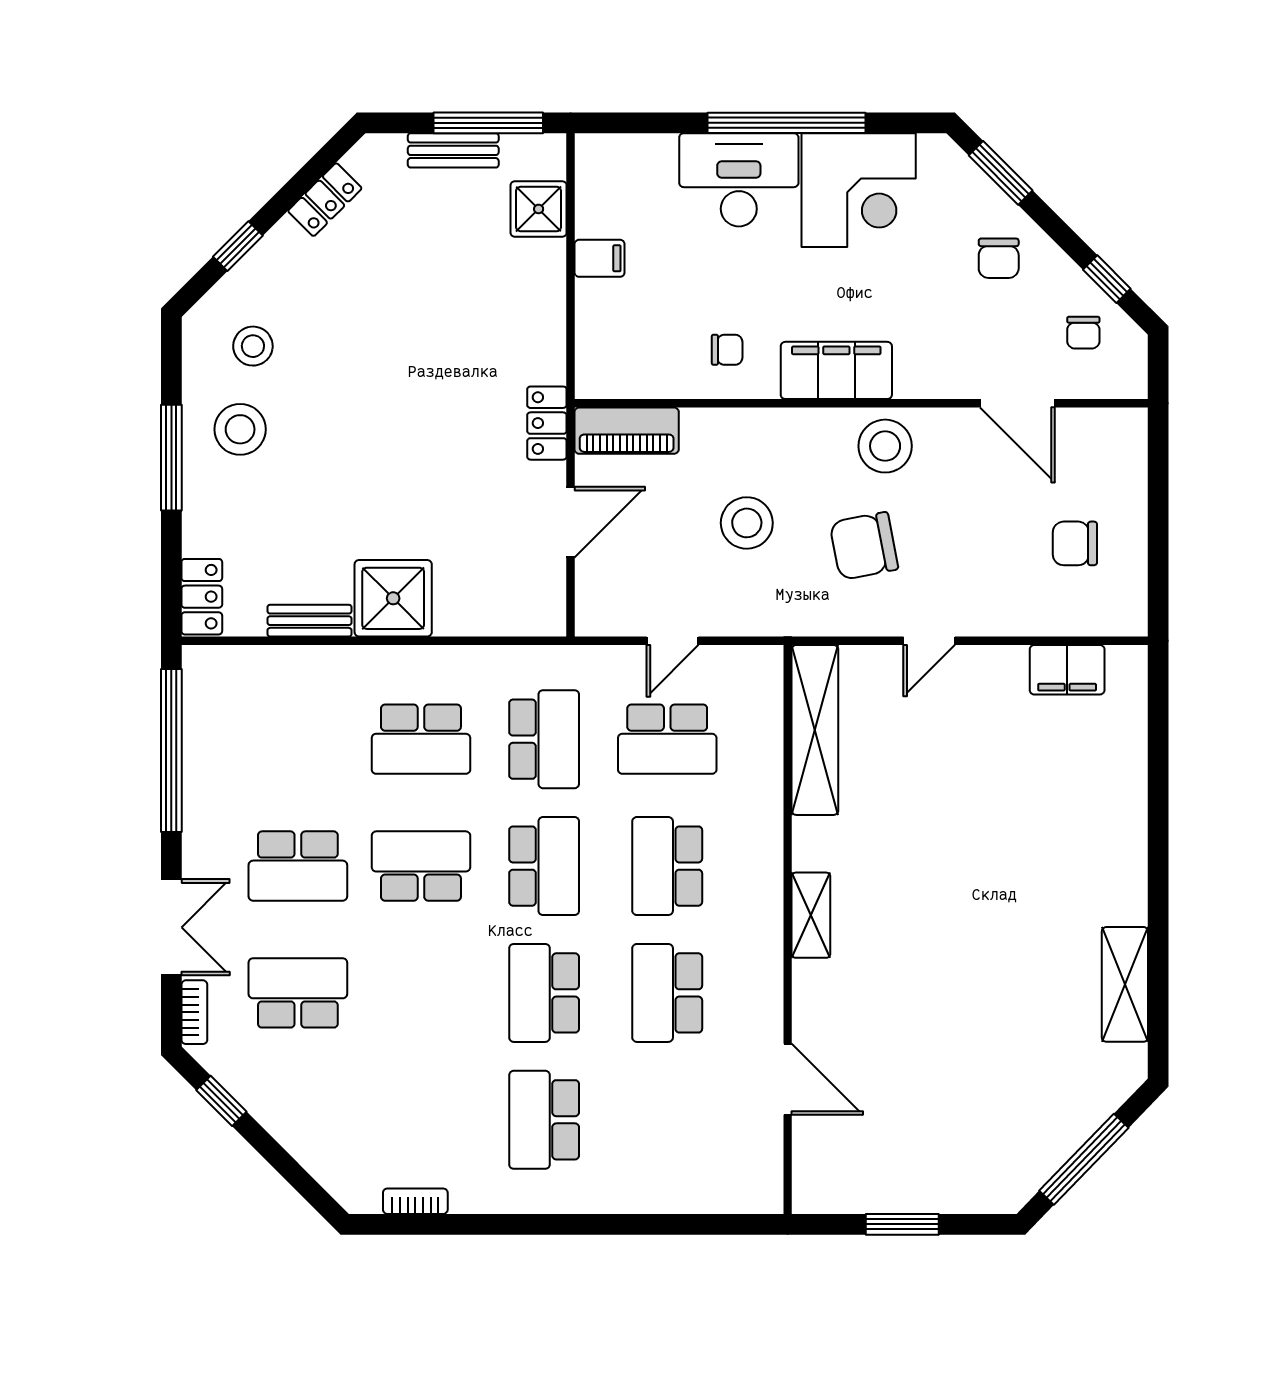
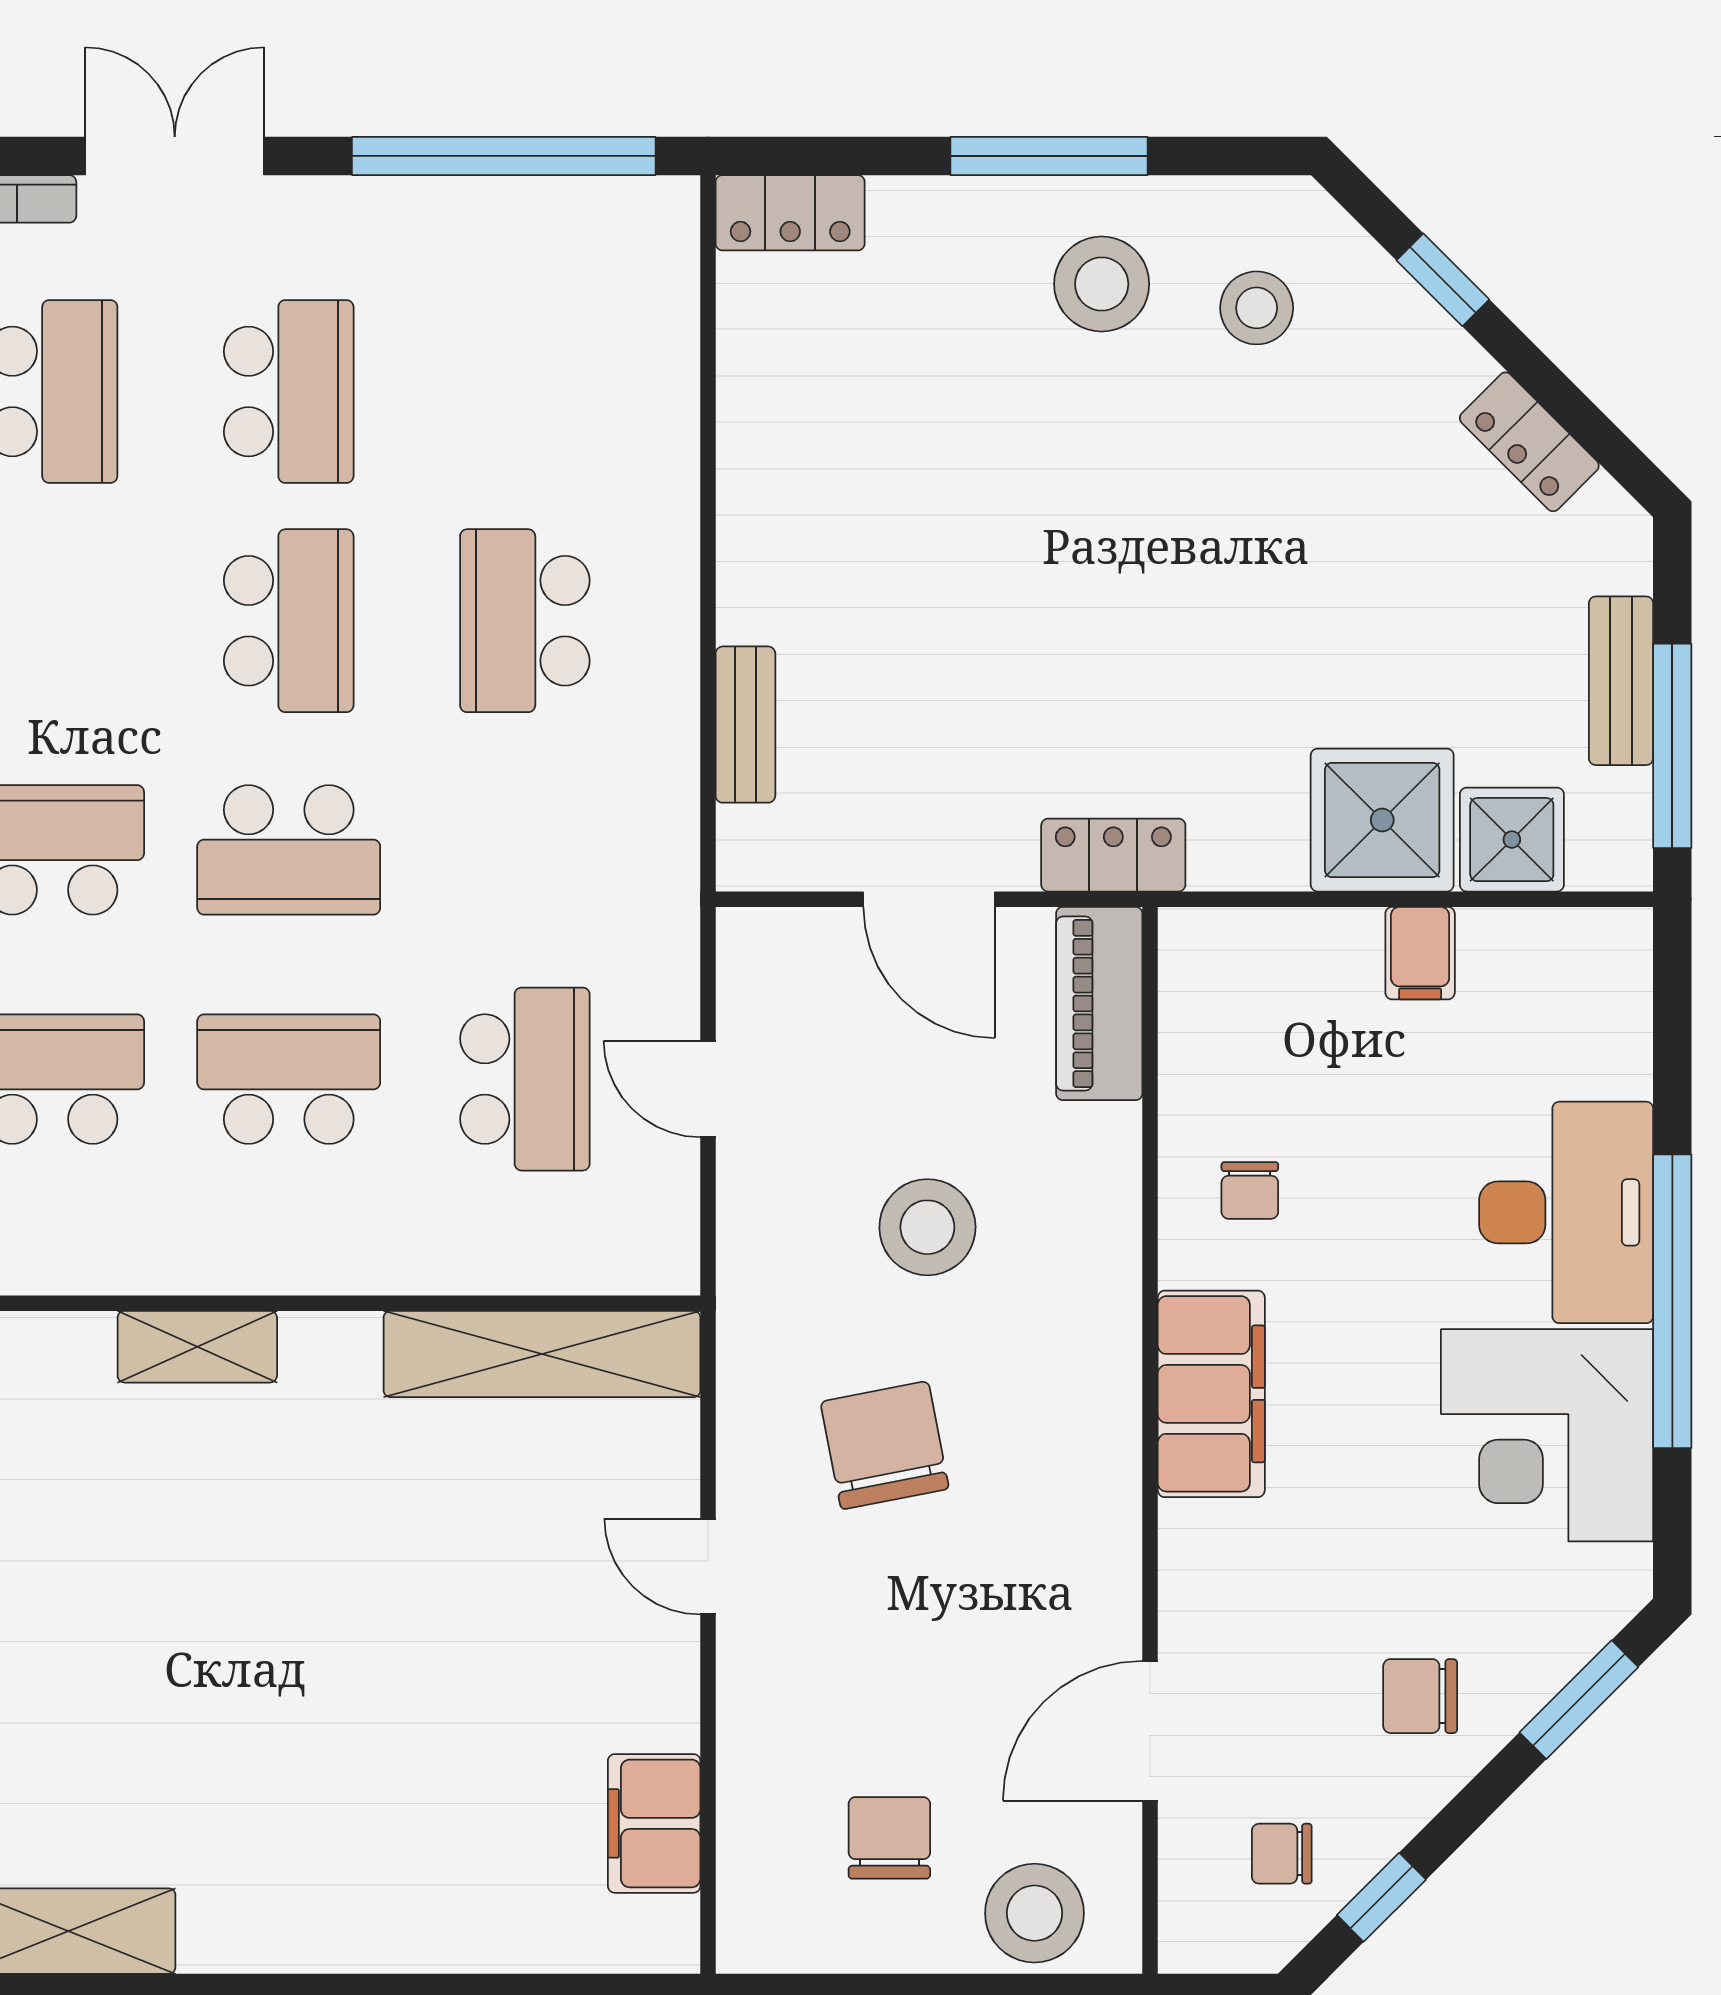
stool: (885, 446) -> (1034, 1913), moved
shower: (393, 598) -> (1382, 820), moved
bench: (309, 621) -> (745, 725), moved
school desk: (544, 739) -> (525, 850), removed
school desk: (667, 739) -> (525, 1079), turned 180
school desk: (298, 866) -> (289, 392), turned 180
double door: (171, 927) -> (175, 156), swing flipped

